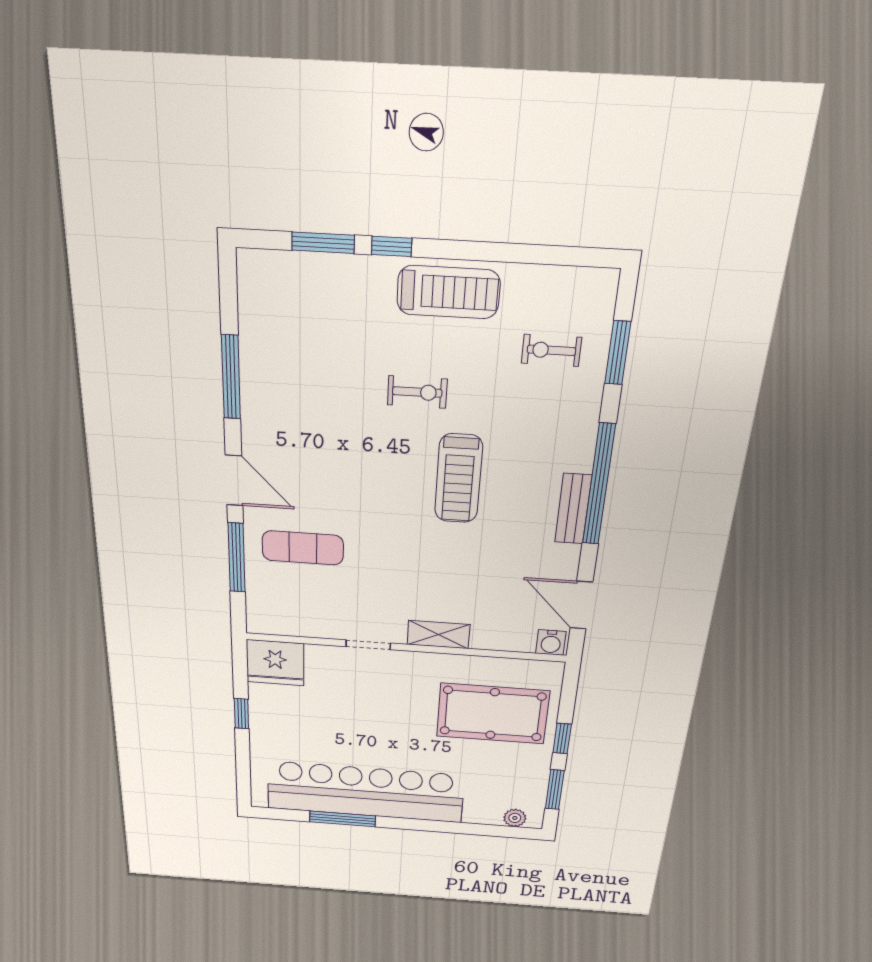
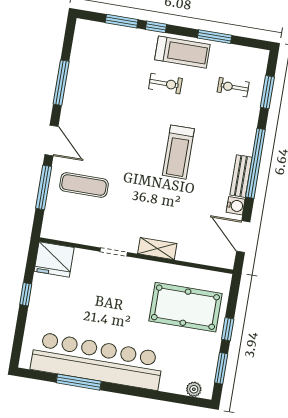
window: (509, 253) -> (215, 37), added
exercise bike: (417, 392) -> (165, 84), moved
water cooler: (551, 643) -> (236, 206), moved, turned -90

